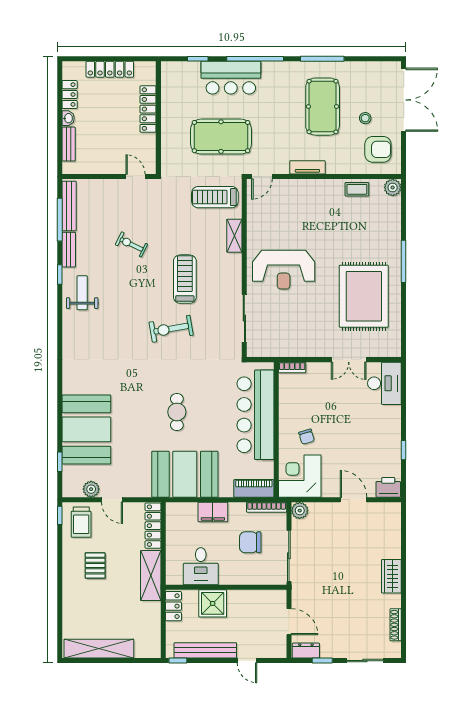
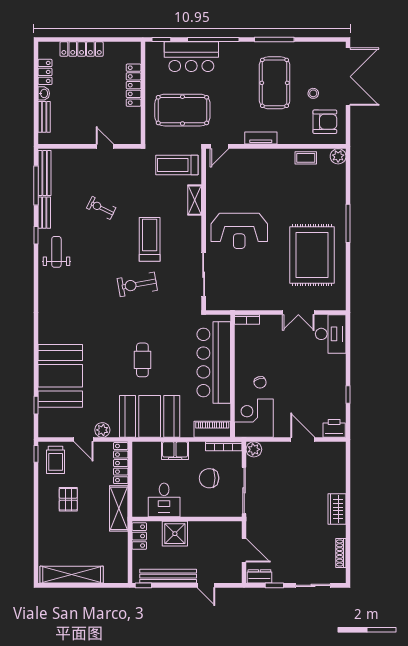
locker: (148, 109) -> (134, 85), moved
wall: (158, 118) -> (143, 93), moved
plant: (91, 489) -> (102, 430), moved

